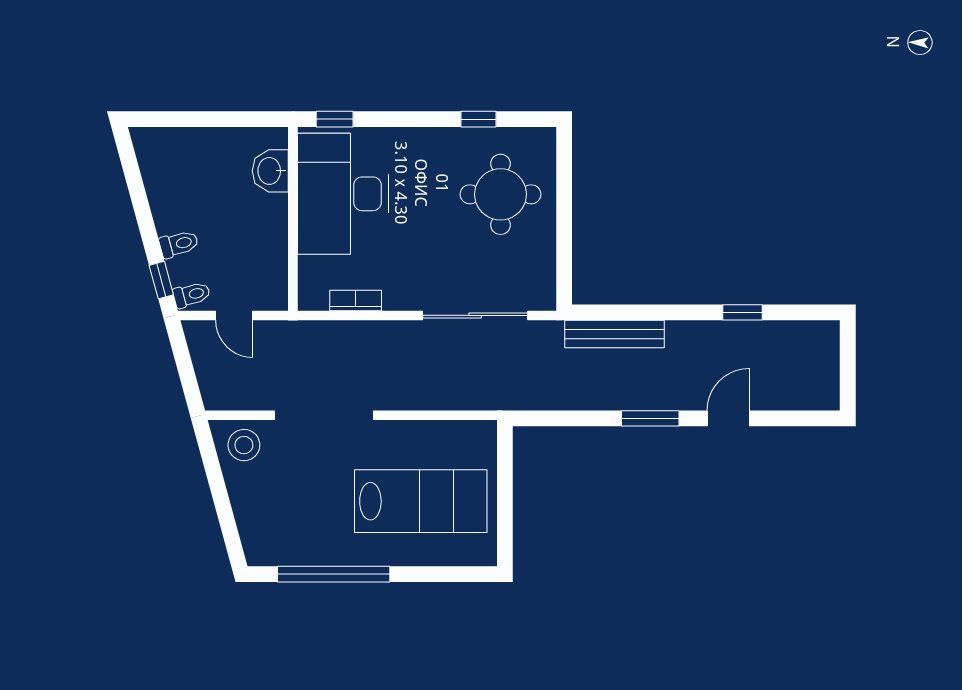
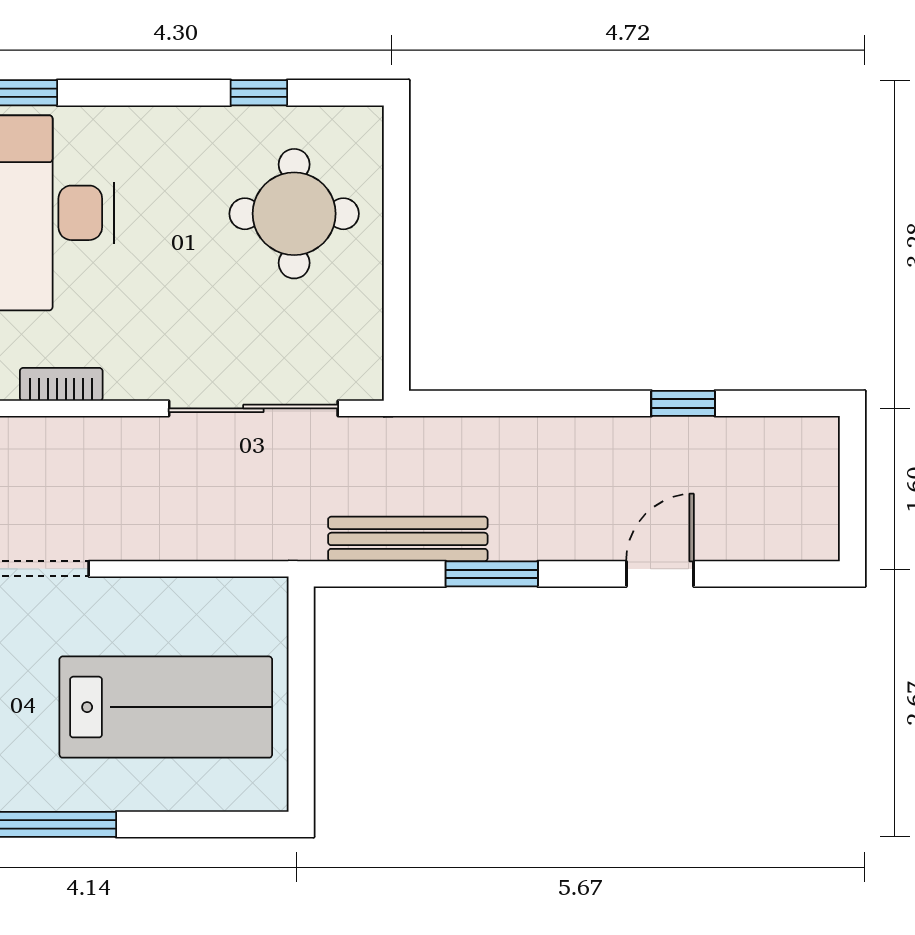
bench: (615, 334) -> (408, 539), moved
window: (650, 418) -> (492, 574), moved

